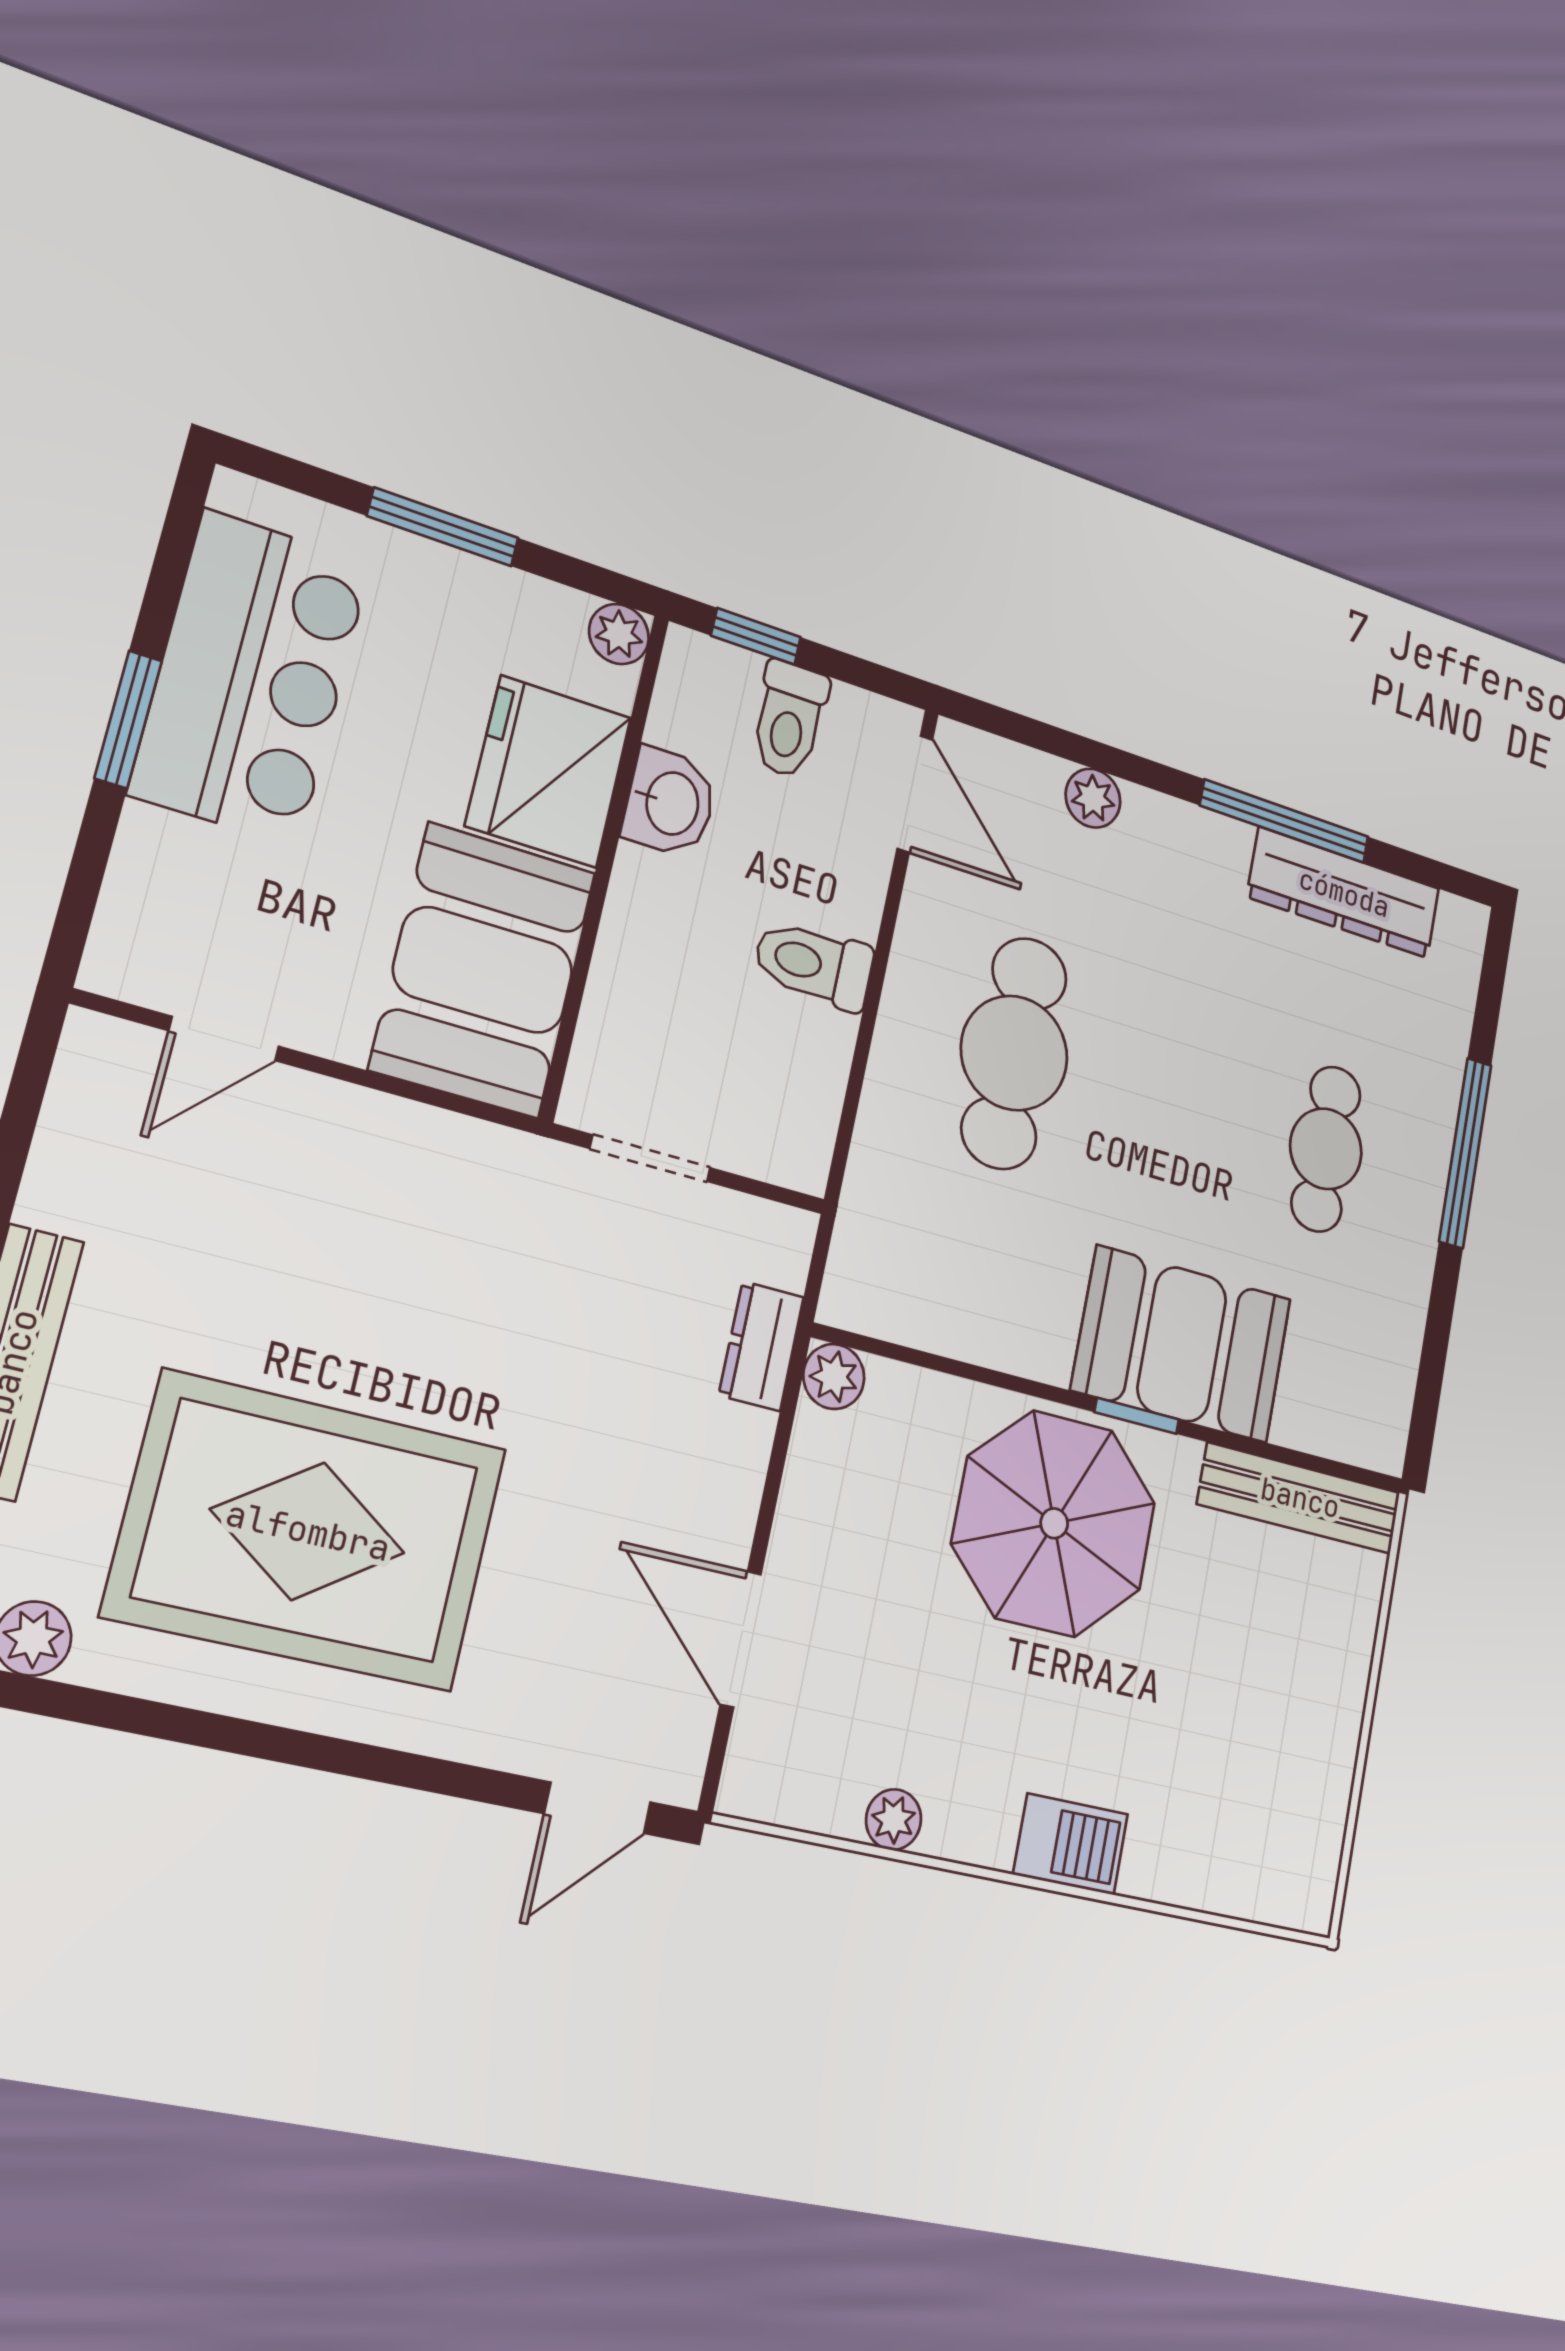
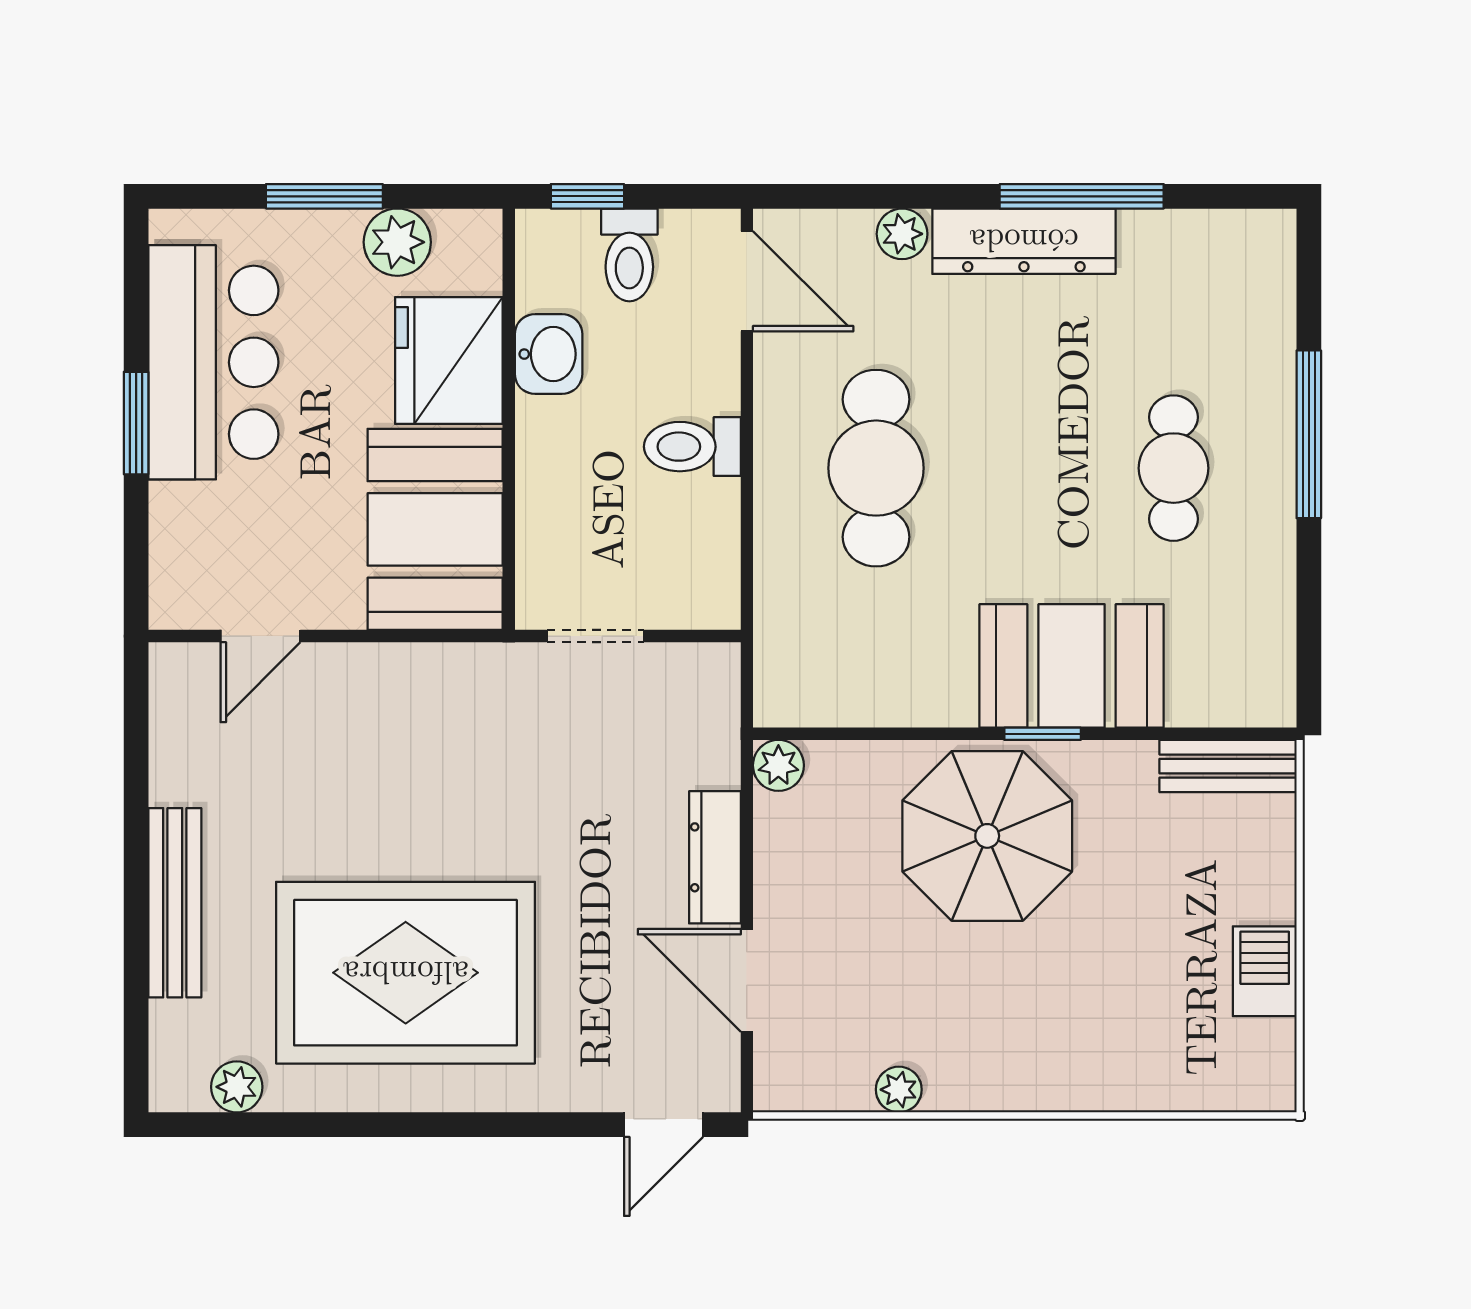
plant: (619, 634) -> (397, 242), moved, width x1.38, depth x1.38
dresser: (1344, 893) -> (1024, 241), moved
dresser: (761, 1346) -> (715, 857), moved, width x1.44
bench: (1300, 1498) -> (1228, 766), width x0.73
barbecue: (1071, 1844) -> (1265, 971), moved, turned -90

